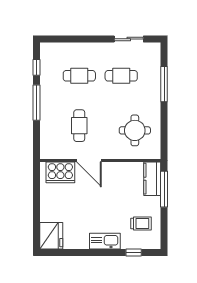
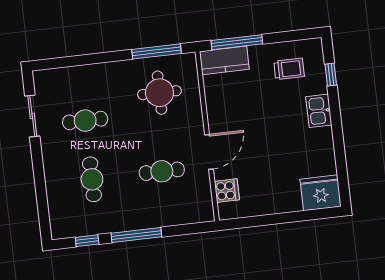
cafe table: (121, 76) -> (85, 121), turned 90
window: (164, 84) -> (156, 51), moved
cooker: (60, 172) -> (227, 191), width x0.53, depth x0.76
trolley: (141, 224) -> (289, 69), turned 90
kitchen sink: (105, 241) -> (319, 111), width x0.73

